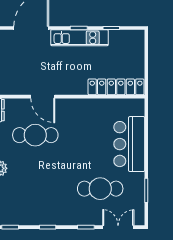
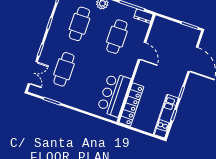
kitchen unit: (79, 38) -> (166, 116), moved
door: (43, 97) -> (142, 51), swing flipped
bar counter: (129, 144) -> (114, 95), moved, turned -90
cafe table: (35, 189) -> (79, 24), added

